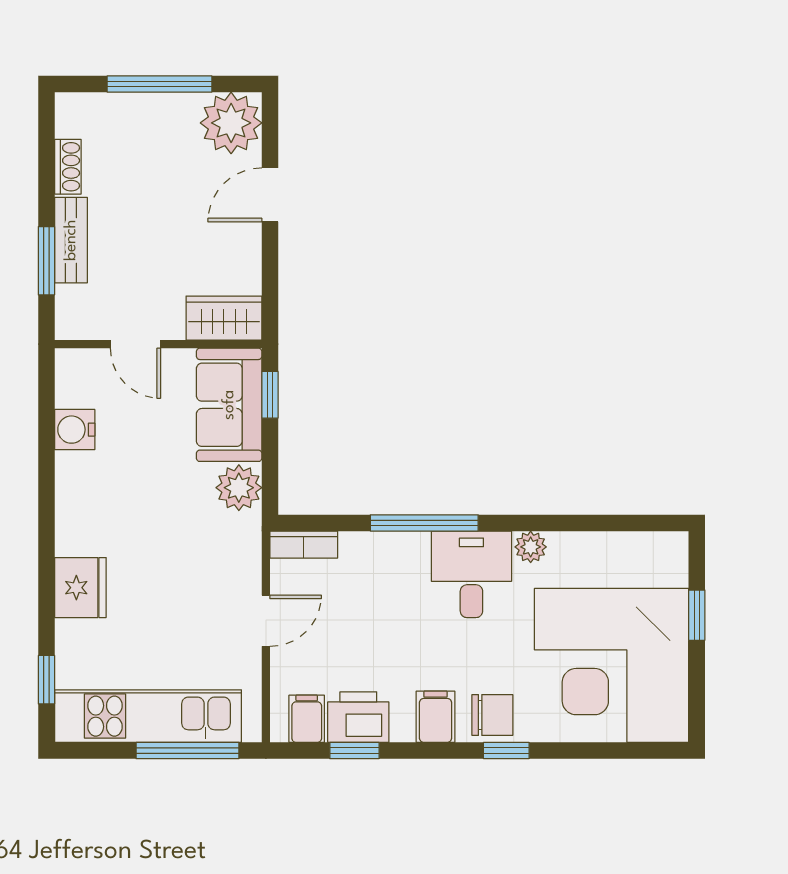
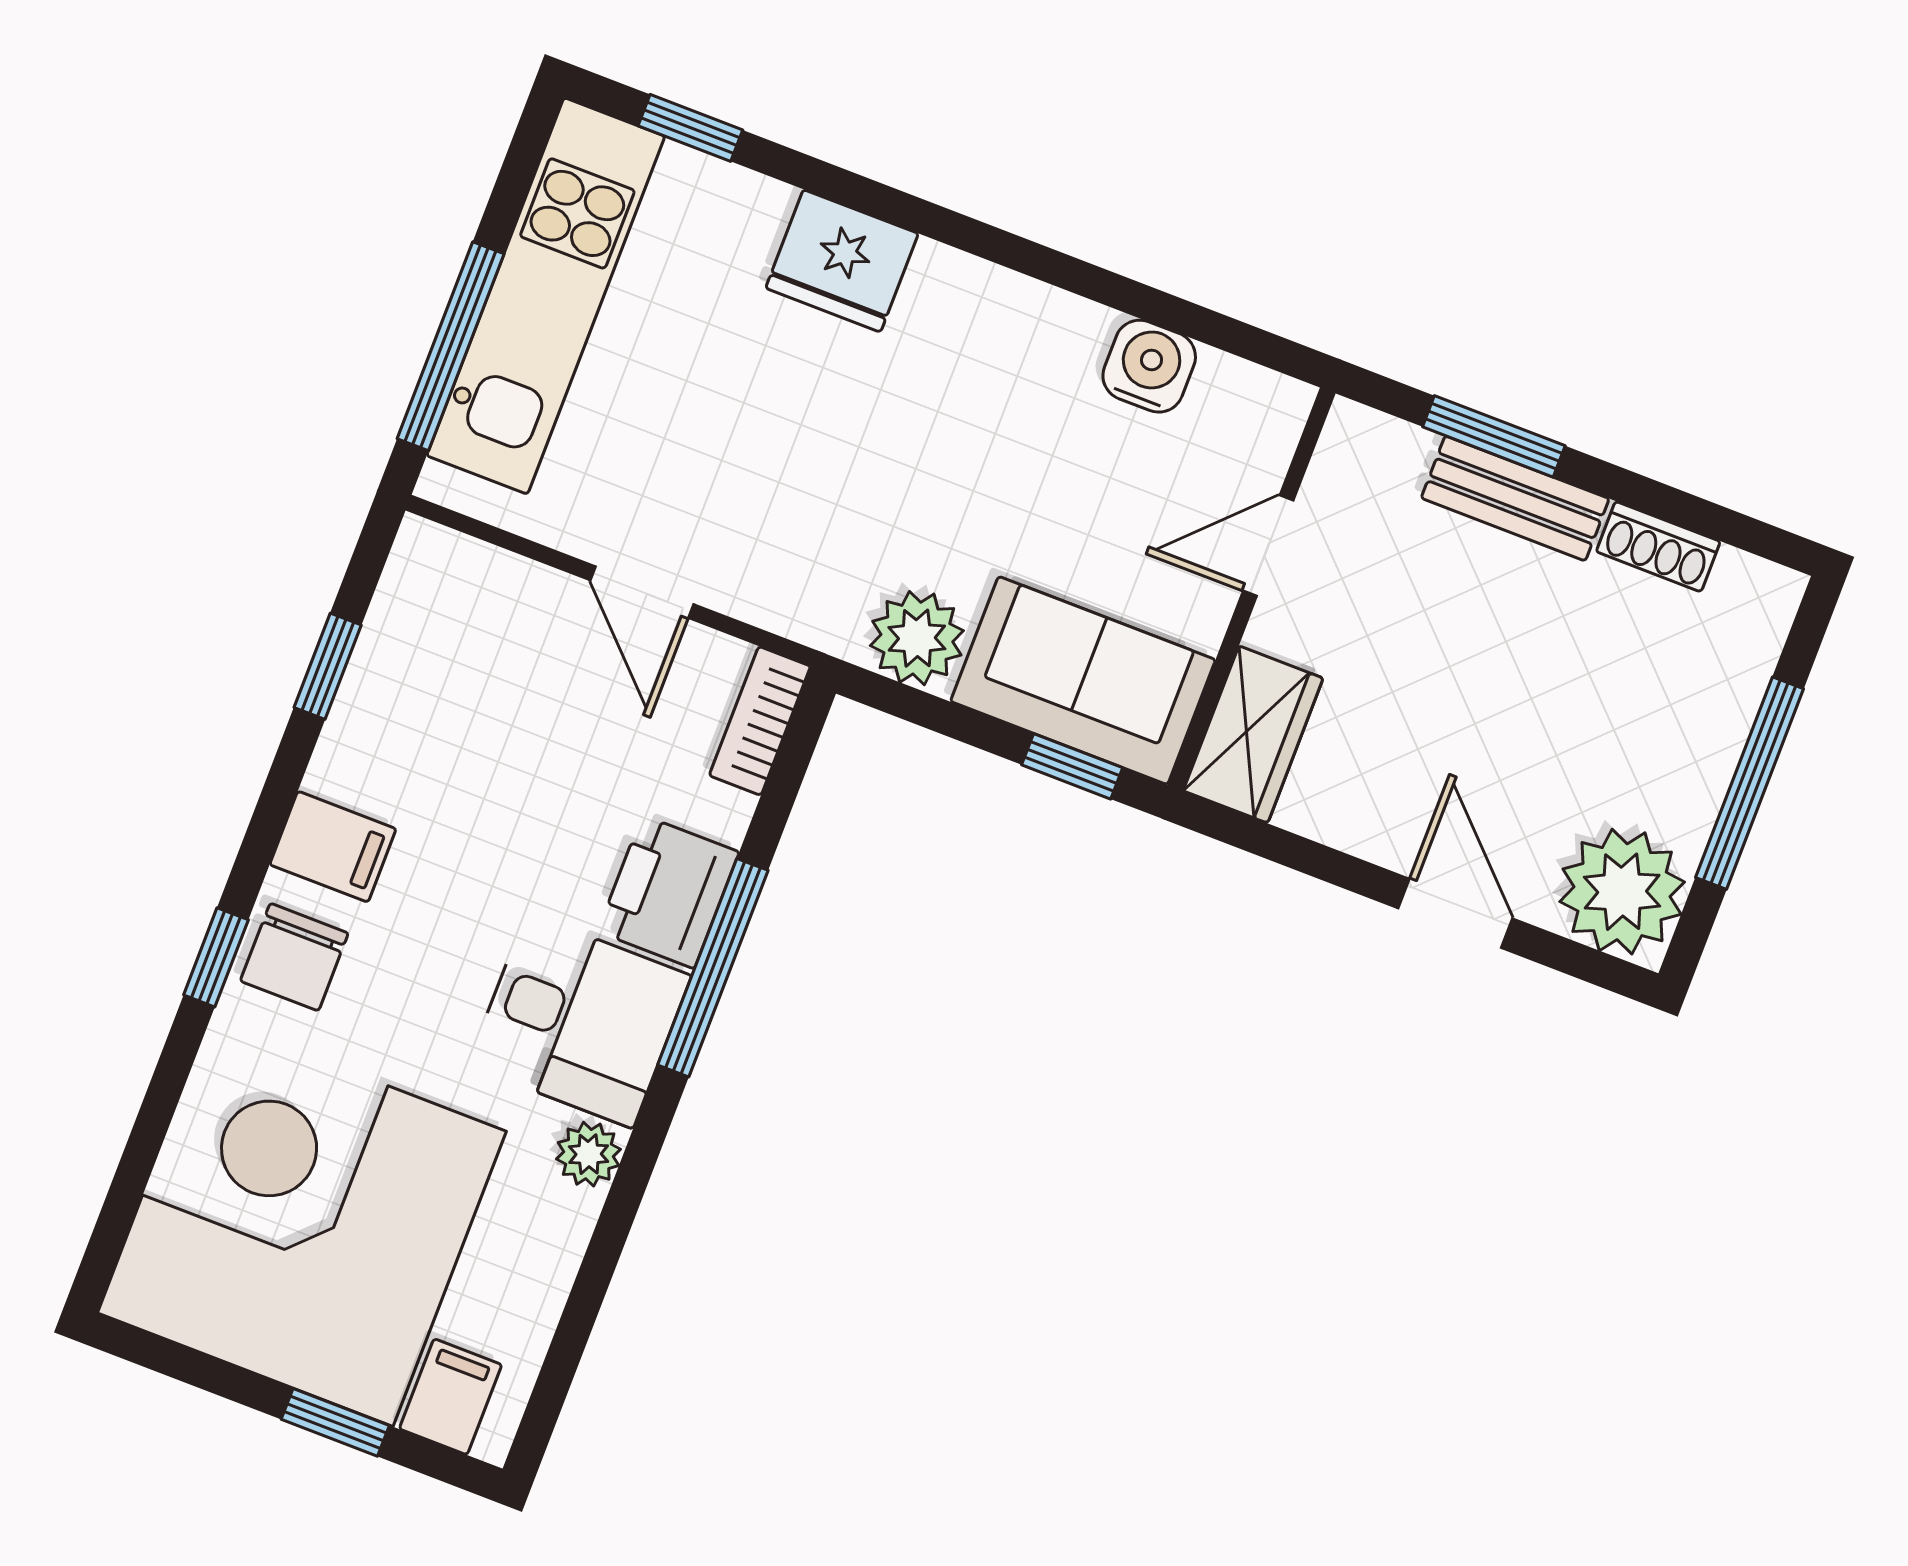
printer: (358, 717) -> (668, 892), moved, turned 180
filing cabinet: (307, 719) -> (451, 1397), moved, turned -90

